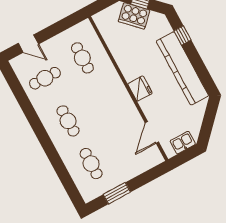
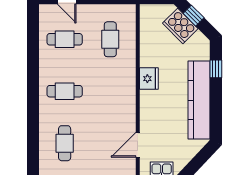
fridge: (140, 89) -> (149, 79), moved
cafe table: (68, 121) -> (65, 91), turned 90

